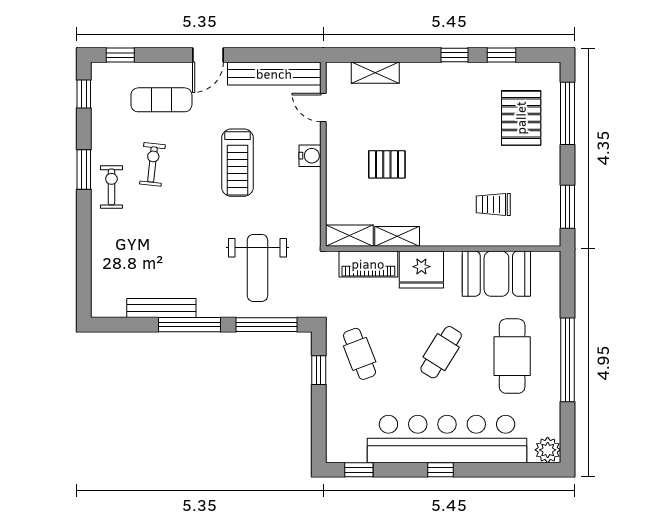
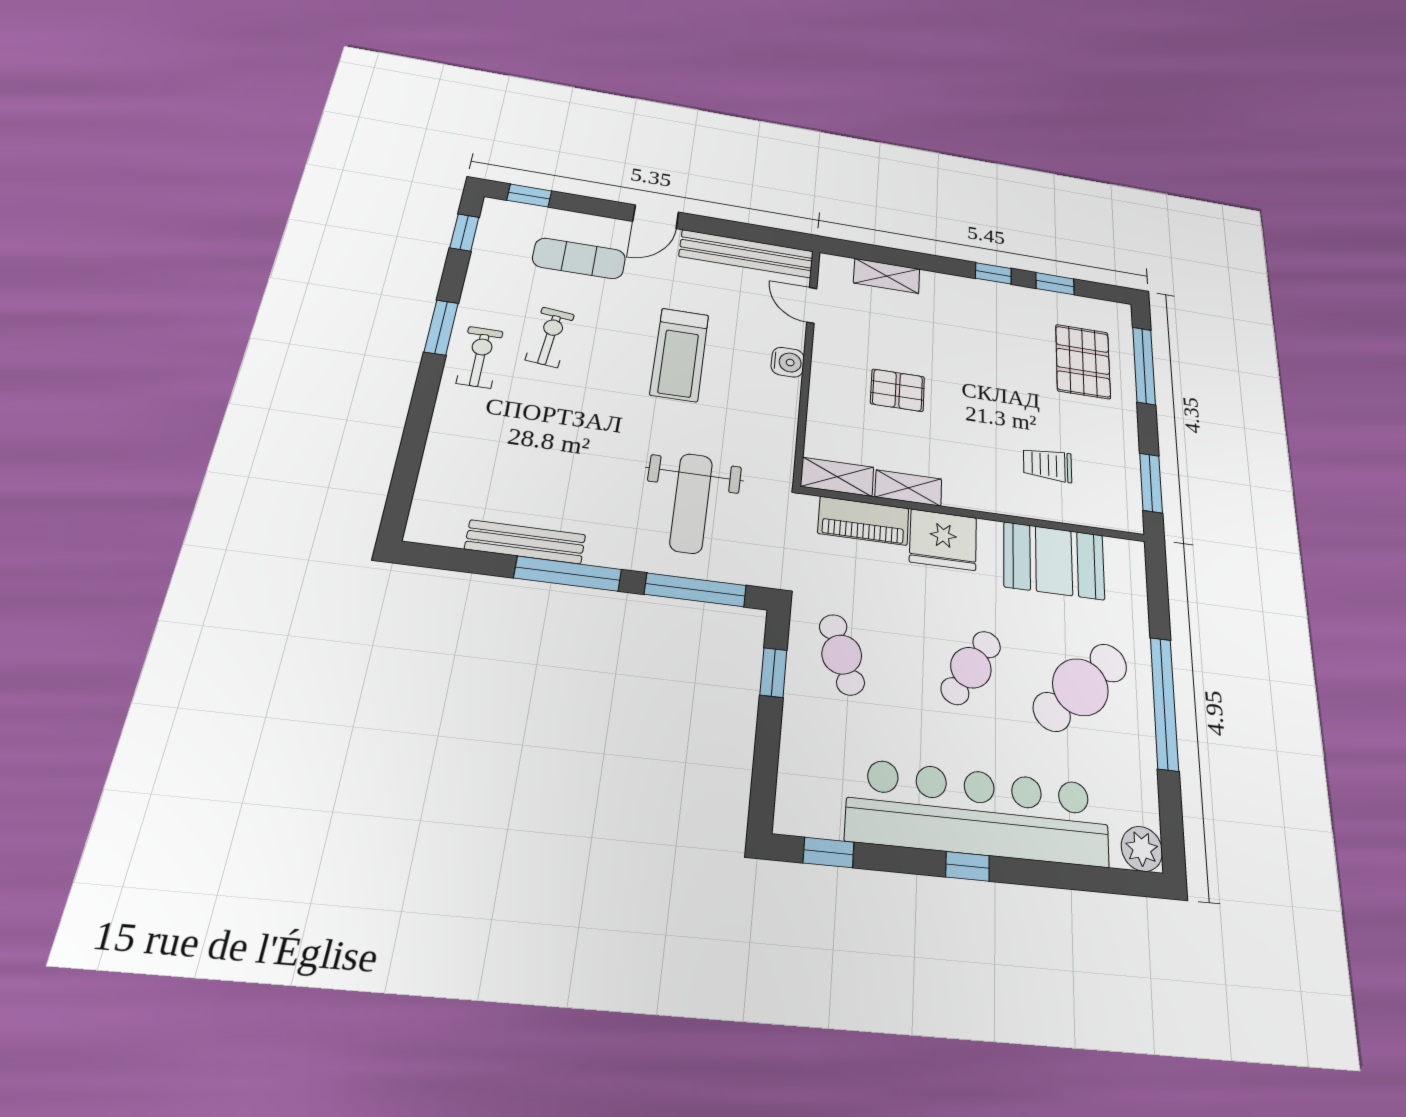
cafe table: (512, 356) -> (1080, 687), turned 47

